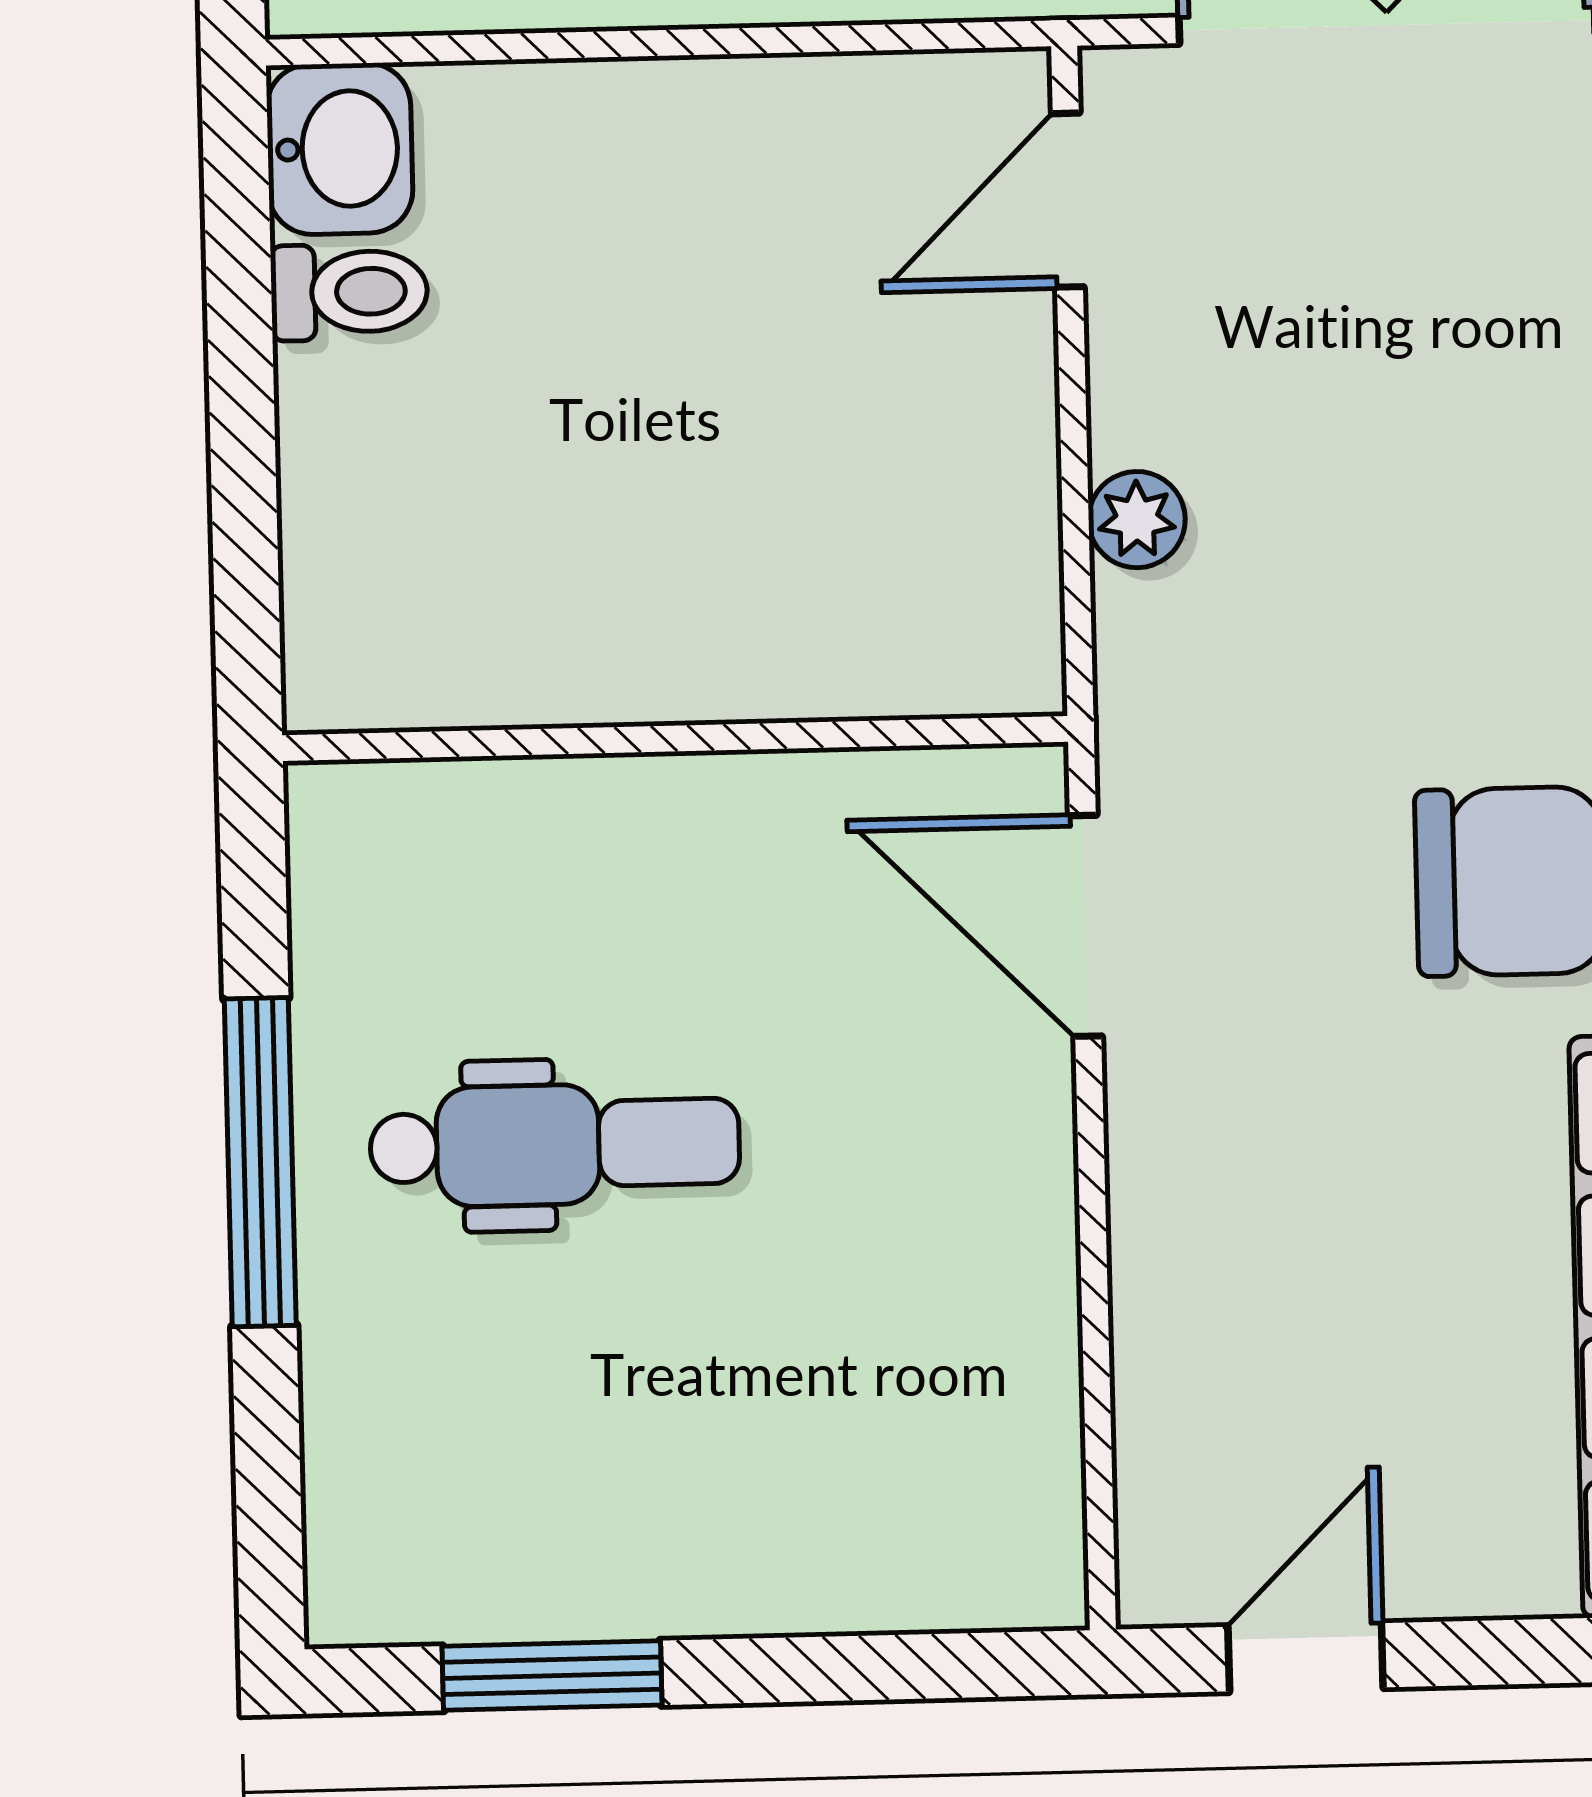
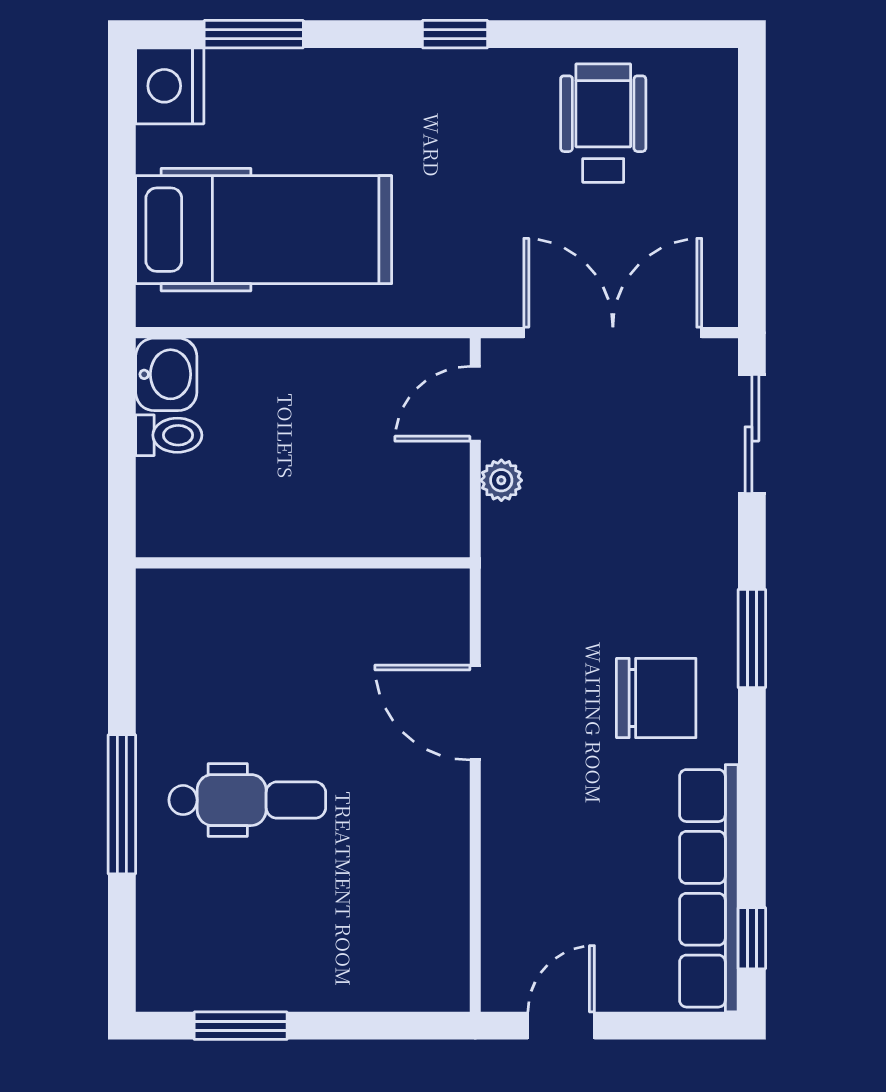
plant: (1137, 520) -> (501, 480), moved
wall: (675, 738) -> (303, 563), moved

